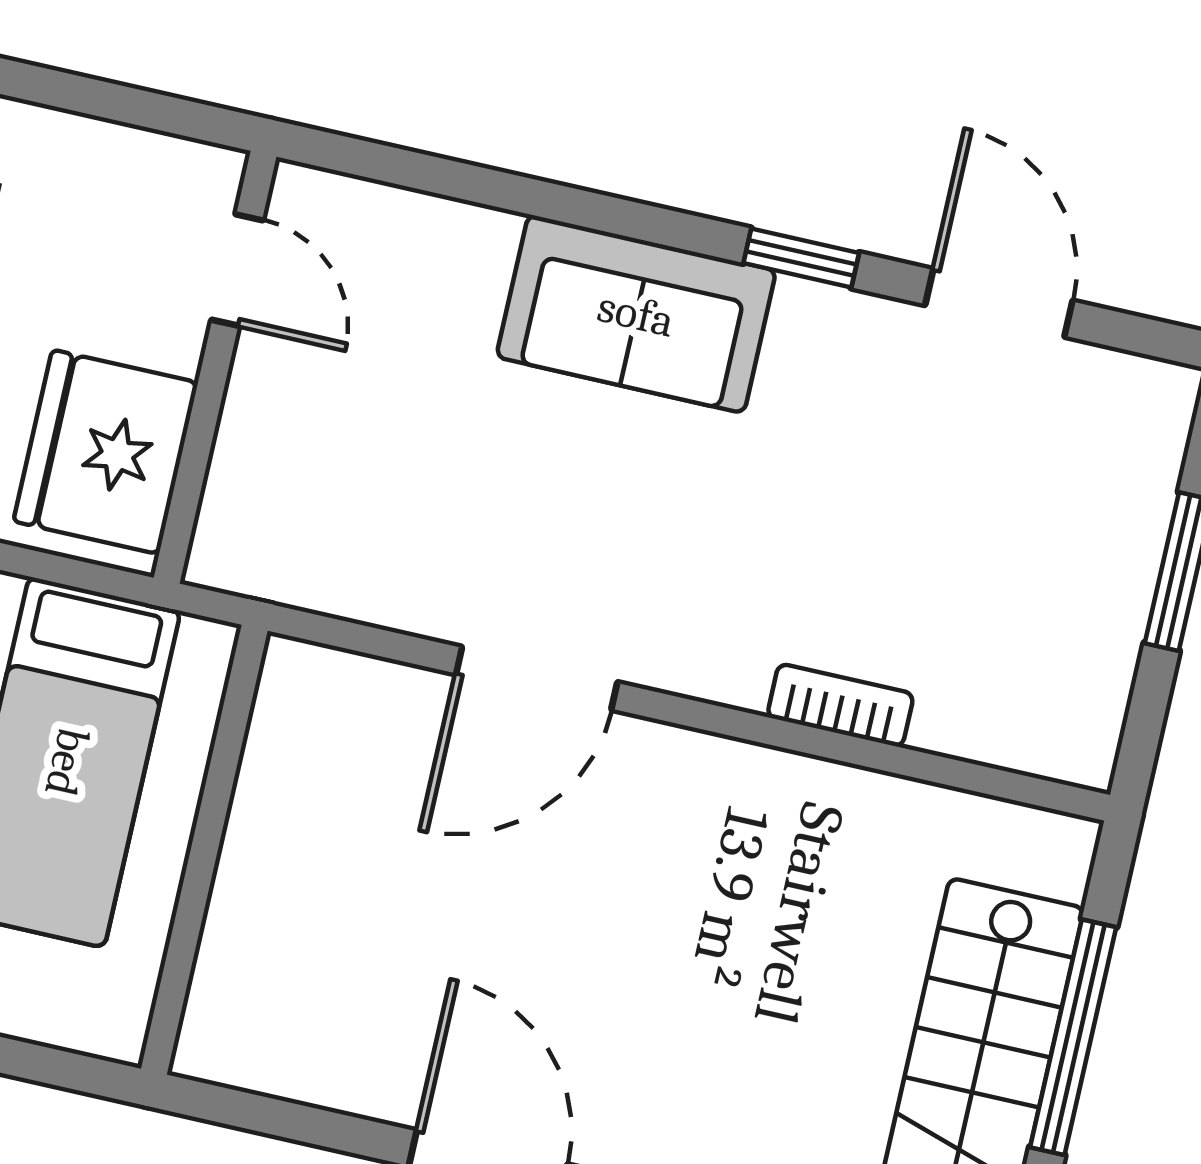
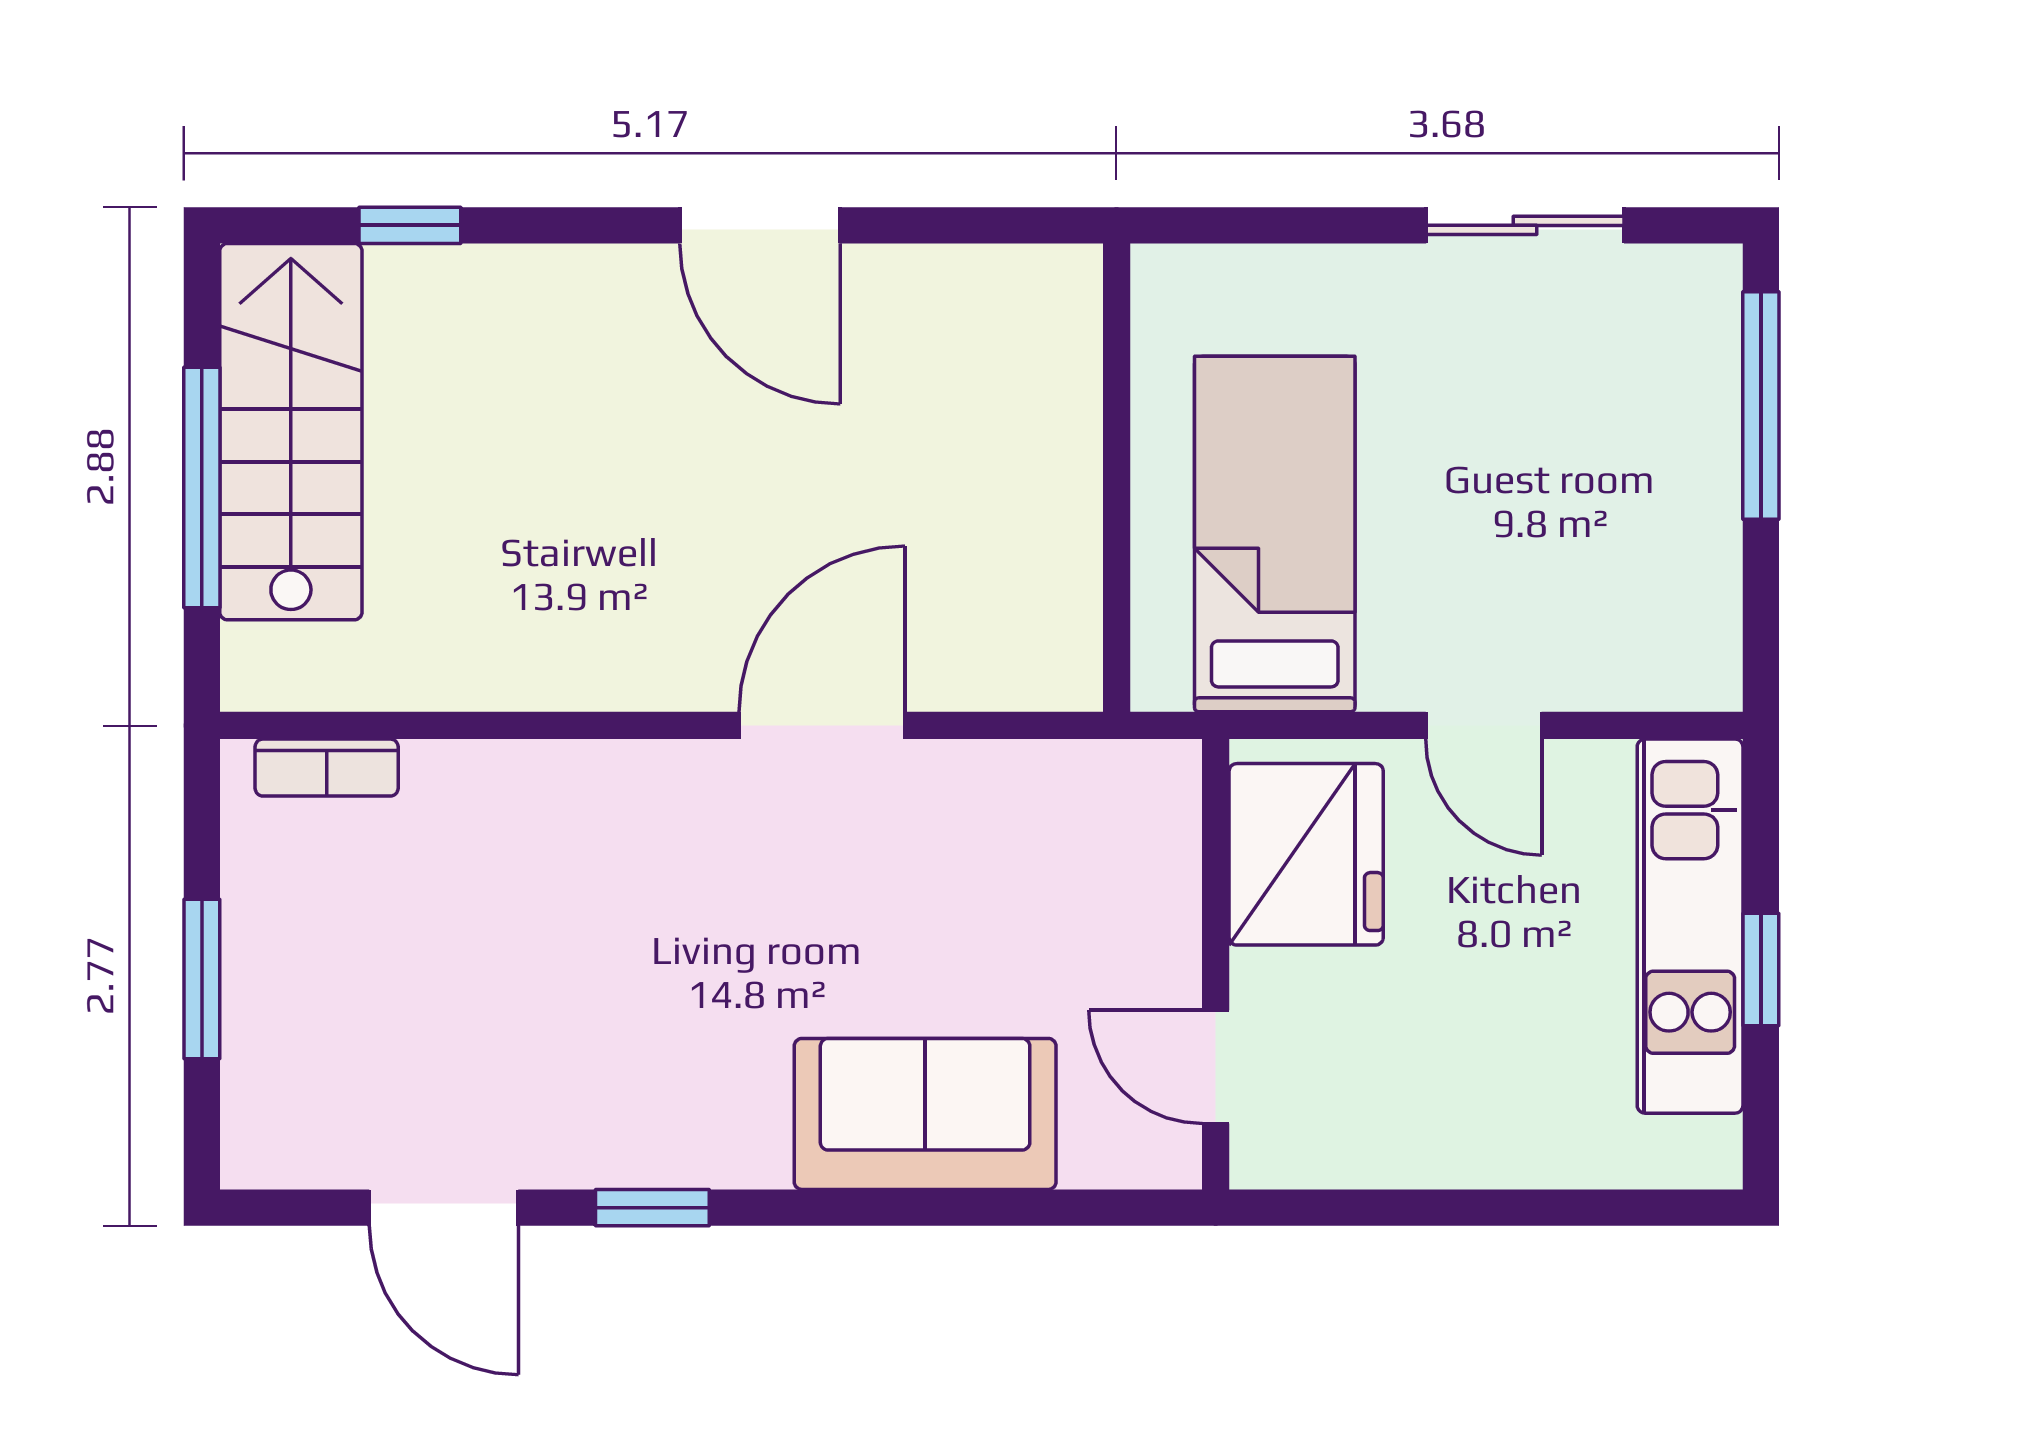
sofa: (636, 314) -> (925, 1114), moved
bookcase: (840, 705) -> (327, 768), moved

